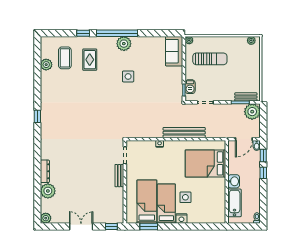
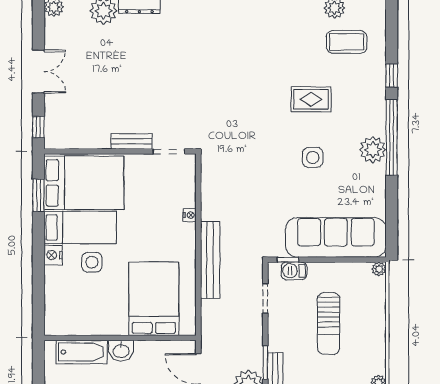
sofa: (174, 51) -> (336, 237), width x1.85, depth x1.27
sun lounger: (210, 59) -> (329, 323), moved
rug: (90, 60) -> (311, 99), moved
bed: (147, 202) -> (84, 183), width x1.50

